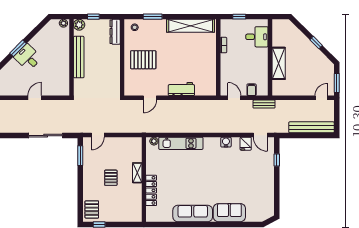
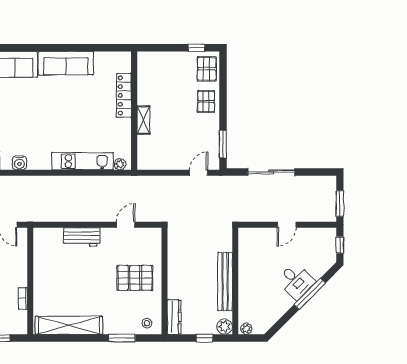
window: (18, 48) -> (310, 294), width x1.44
pallet: (111, 178) -> (206, 101), moved

